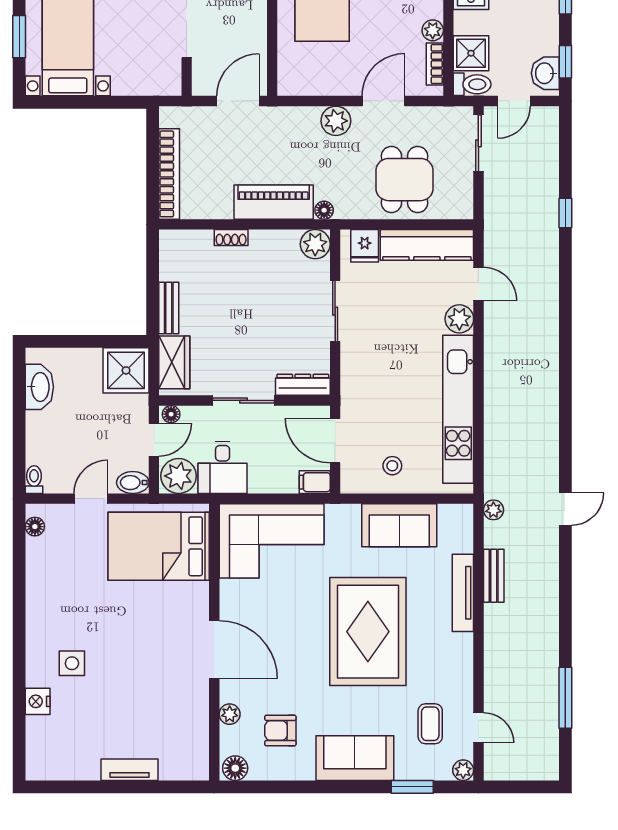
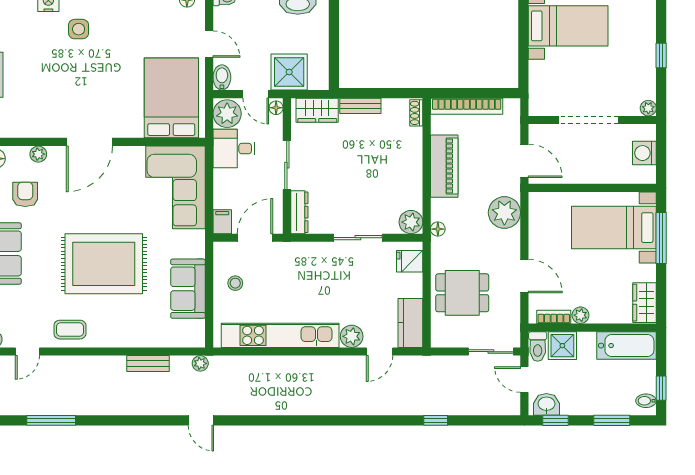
plant: (336, 121) -> (504, 213), moved, width x1.36, depth x1.36
piano: (274, 202) -> (444, 166), moved
shoe rack: (231, 237) -> (416, 113), moved
kitchen counter: (427, 245) -> (410, 323), width x0.67
shower: (126, 370) -> (289, 72), moved
tv unit: (463, 593) -> (134, 339), removed
coffee table: (430, 724) -> (70, 330), moved

